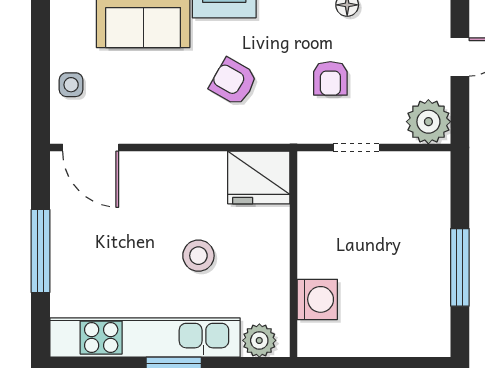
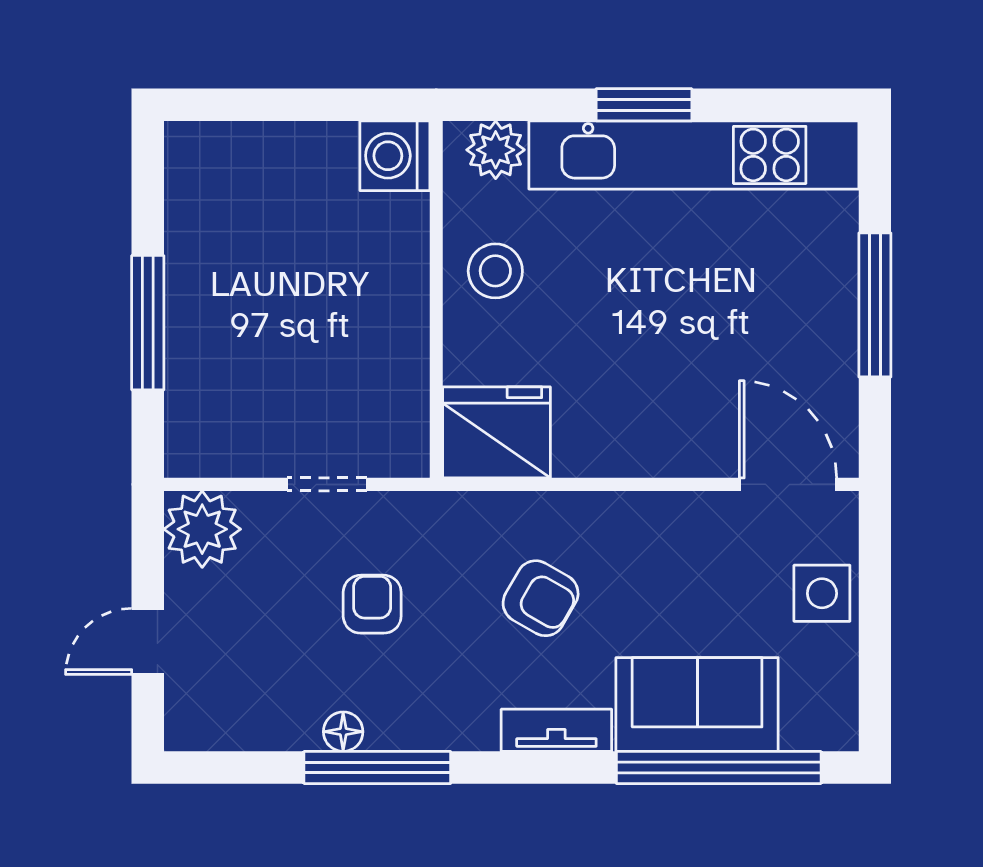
side table: (71, 85) -> (822, 593), width x1.37, depth x1.37
stool: (198, 256) -> (495, 271), moved
window: (460, 267) -> (148, 323), moved
washing machine: (317, 299) -> (395, 156), moved

